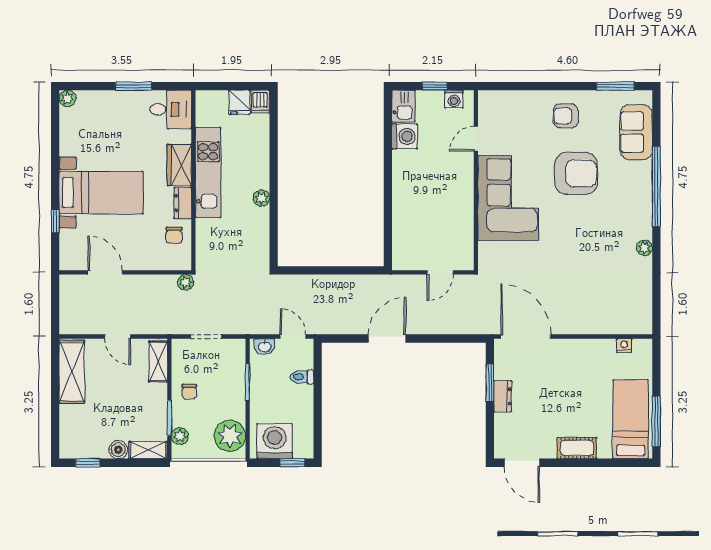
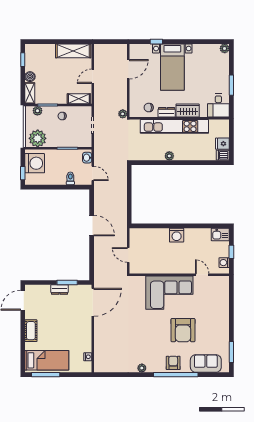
armchair: (566, 116) -> (173, 363), moved
washing machine: (404, 136) -> (177, 235), moved
kitchen unit: (208, 172) -> (174, 126), width x1.36
door: (293, 336) -> (93, 173), hinge flipped

